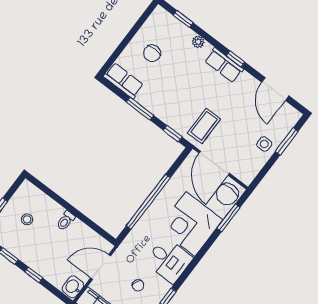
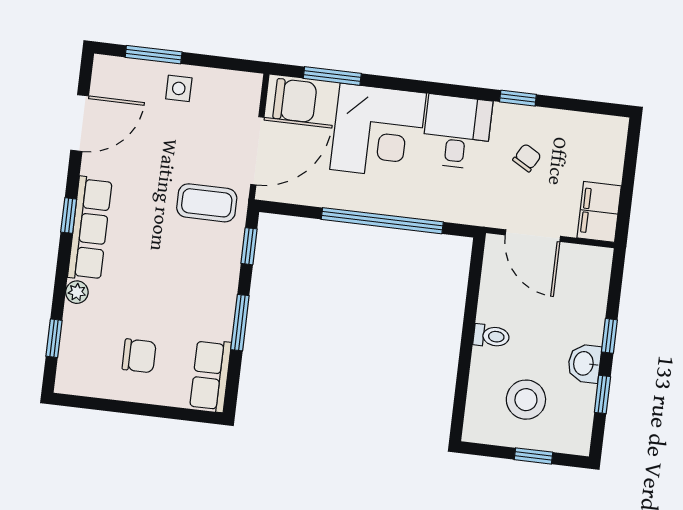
row of seats: (224, 65) -> (90, 228), width x1.48
stool: (27, 219) -> (526, 400), width x1.89, depth x1.89
washbasin: (73, 287) -> (584, 363), moved, turned 90

